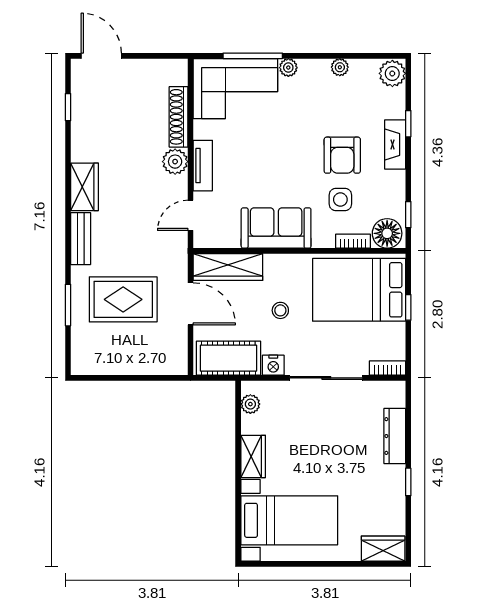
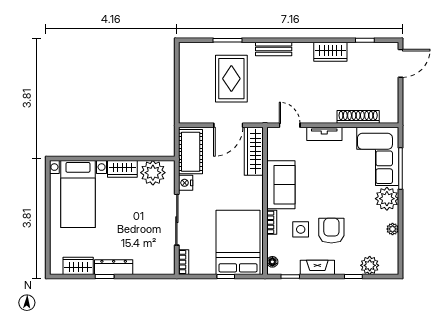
plant: (288, 68) -> (387, 199), width x1.88, depth x1.88
plant: (392, 73) -> (370, 265), moved
fireplace: (395, 145) -> (317, 267), moved
armchair: (342, 155) -> (331, 231), turned 90
plant: (175, 162) -> (327, 115), removed
wardrobe: (85, 187) -> (330, 52), moved
floor lamp: (387, 233) -> (272, 262), width x0.53, depth x0.53
bookcase: (353, 241) -> (272, 222), moved
stool: (280, 310) -> (224, 188), removed
plant: (250, 404) -> (153, 173), width x1.88, depth x1.88
dresser: (395, 436) -> (114, 267), moved
wardrobe: (383, 549) -> (78, 266), moved, turned -90

